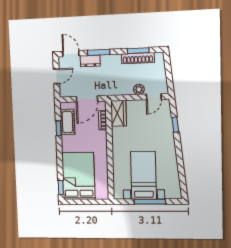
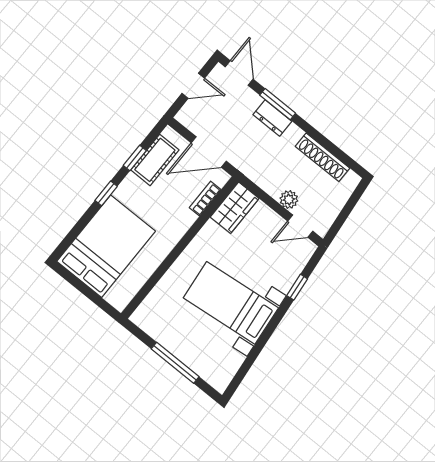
window: (138, 51) -> (331, 148), removed
dresser: (90, 61) -> (272, 118), moved
bed with nightstands: (143, 175) -> (231, 303), moved, turned -96
window: (61, 187) -> (106, 193), moved

